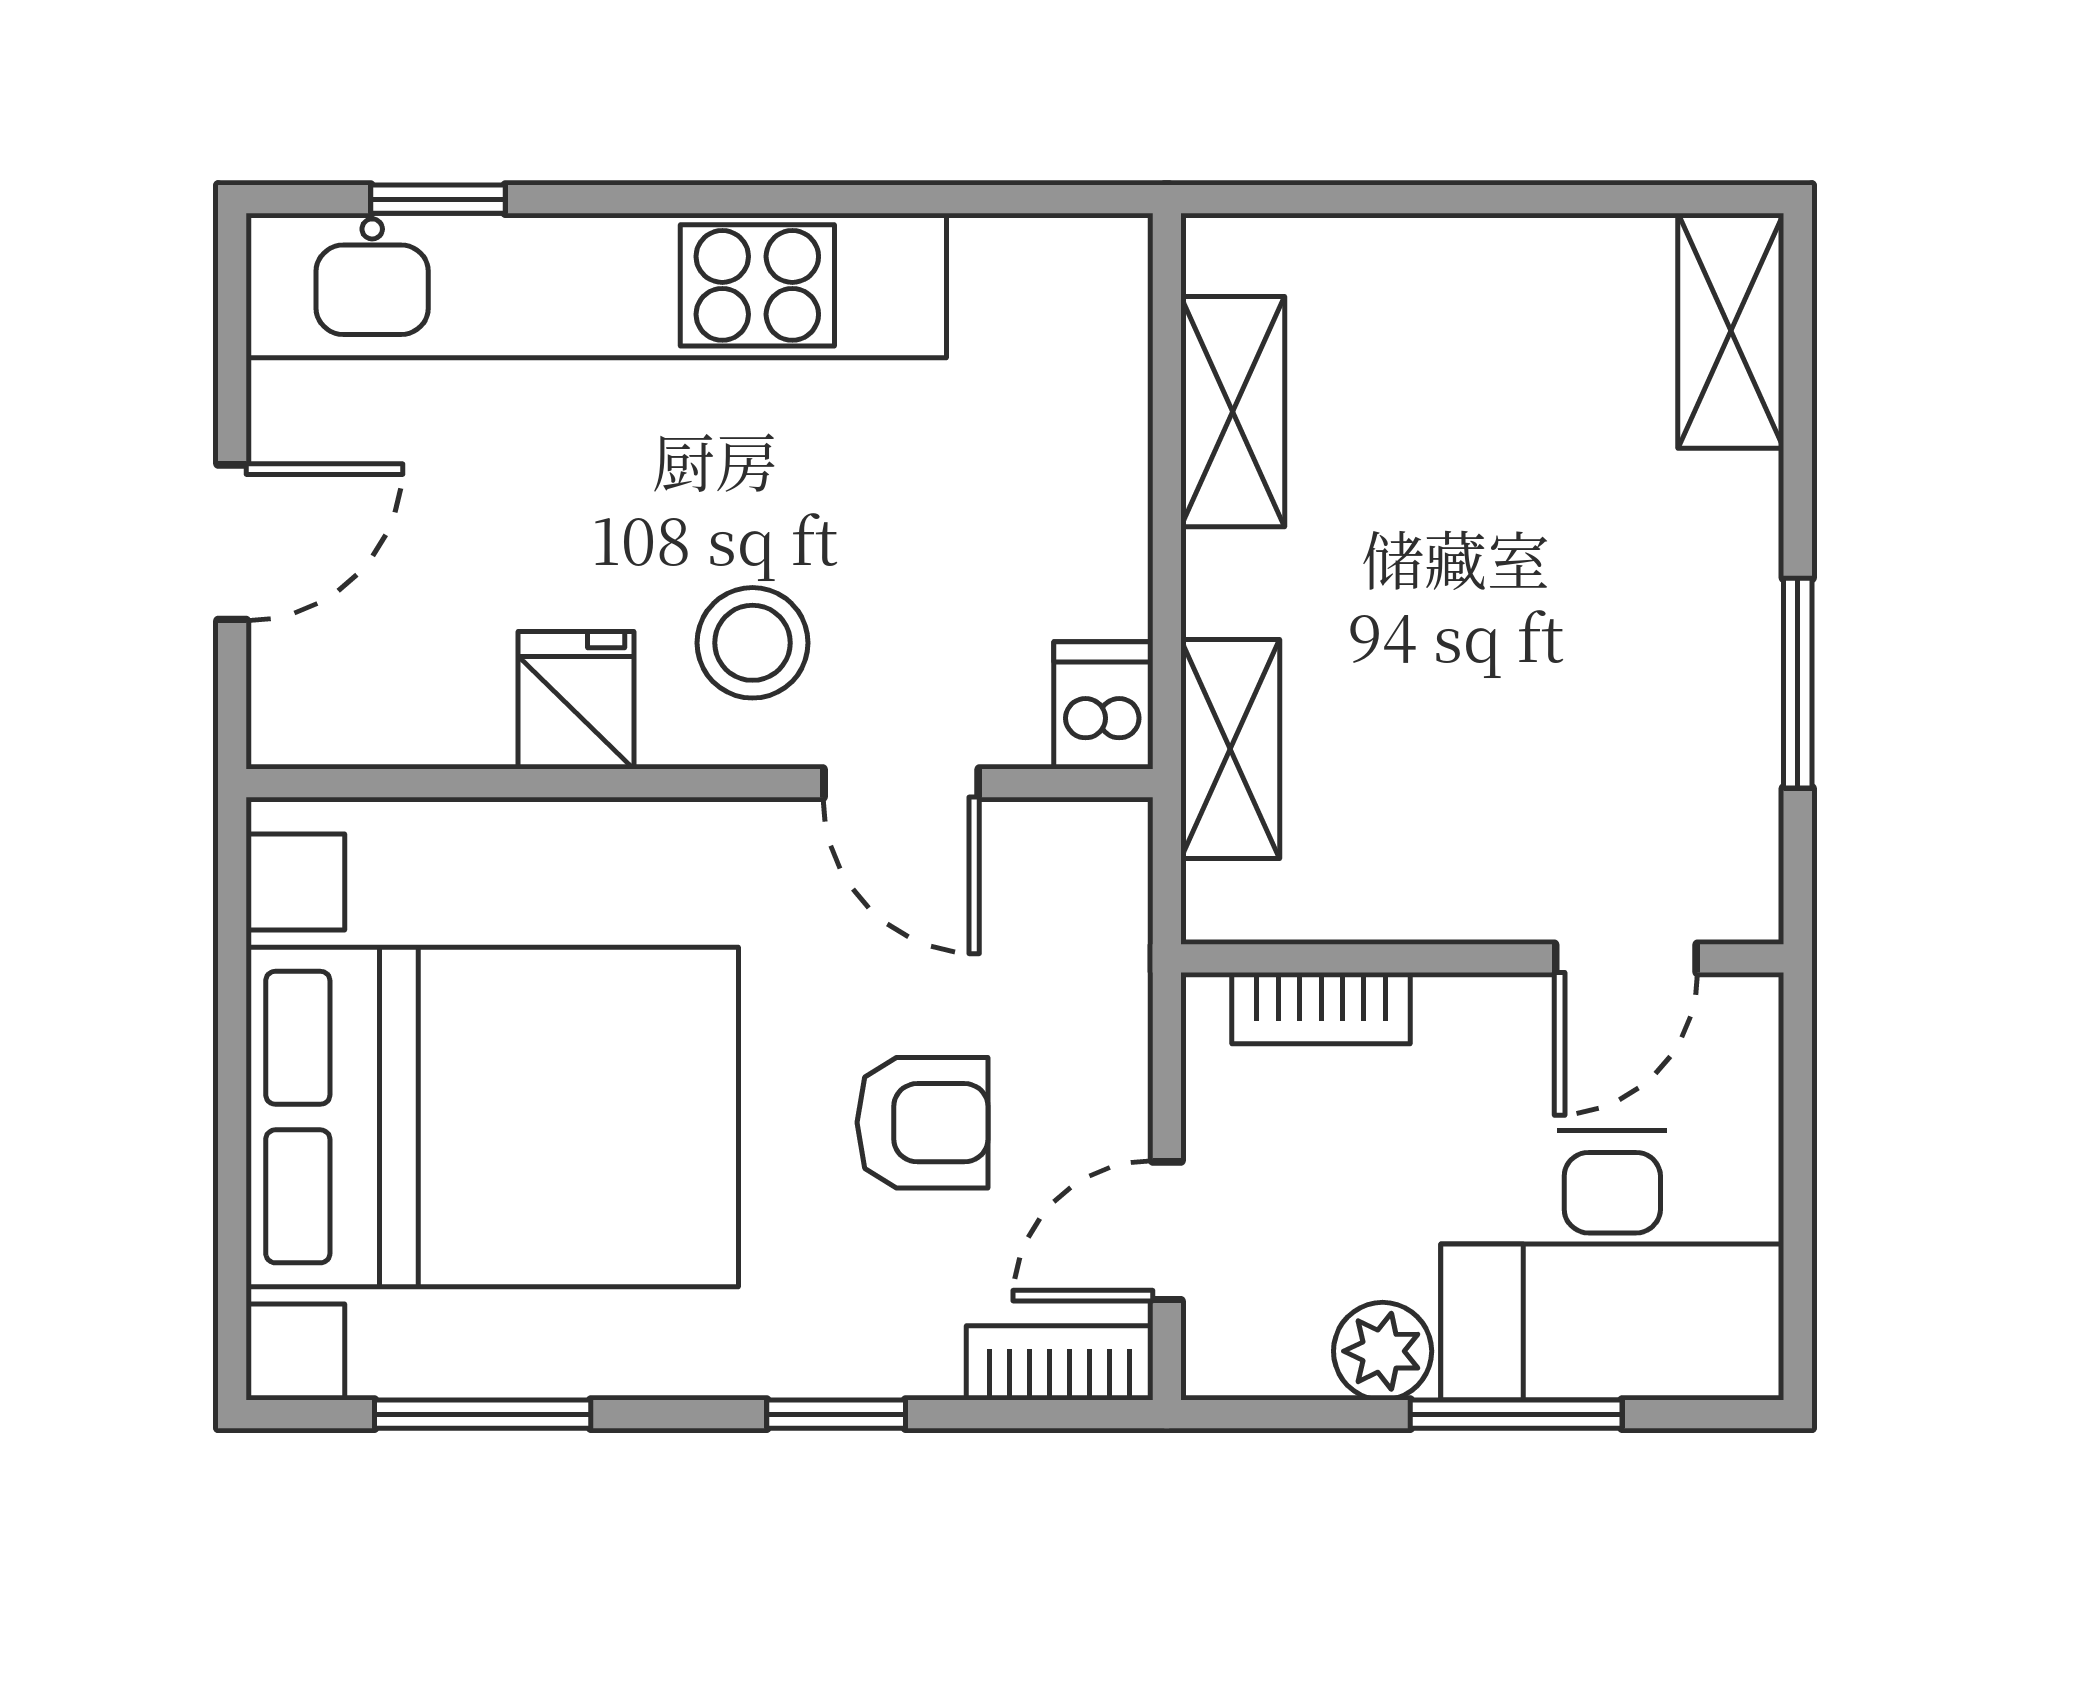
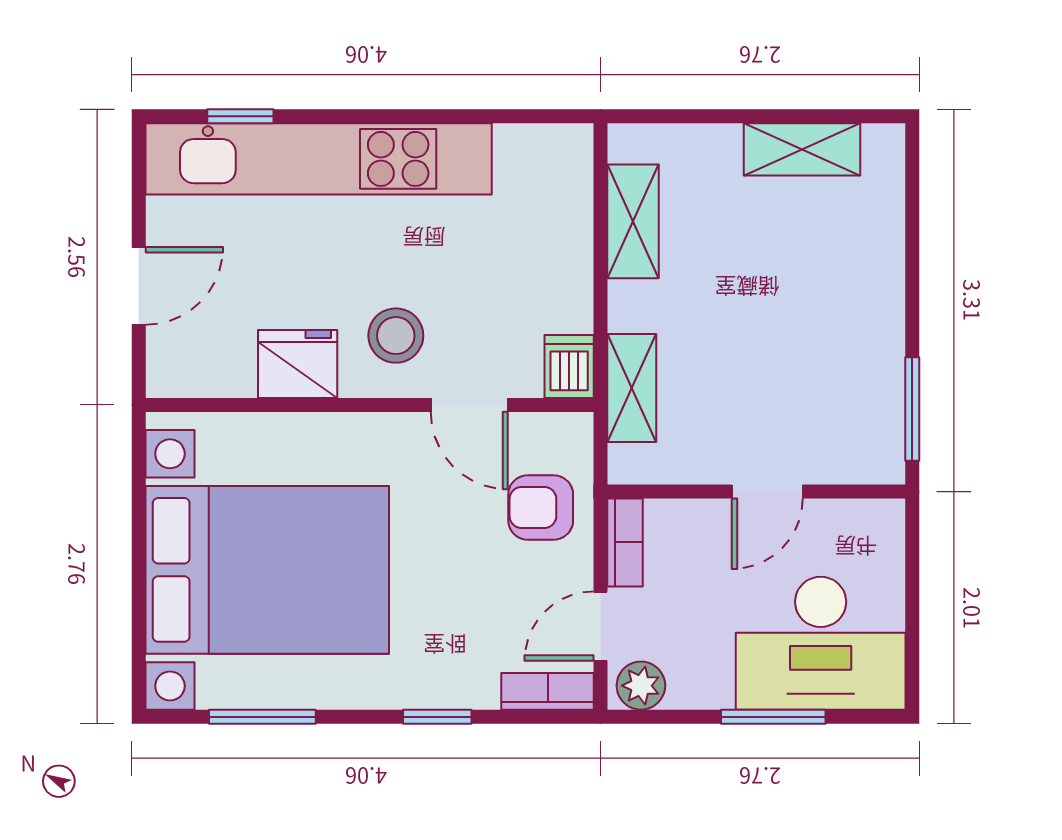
shelving: (1731, 331) -> (802, 149), moved, turned 90
window: (1798, 683) -> (912, 409), moved
fridge: (576, 700) -> (298, 364), width x1.38
door: (1626, 958) -> (767, 492), moved
bookcase: (1321, 1008) -> (625, 542), moved, turned -90
armchair: (923, 1123) -> (541, 507), moved, turned 180
plant: (1383, 1351) -> (641, 686), moved

